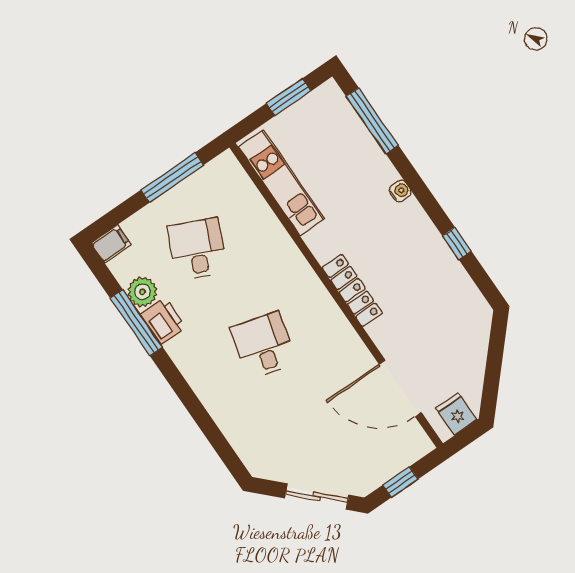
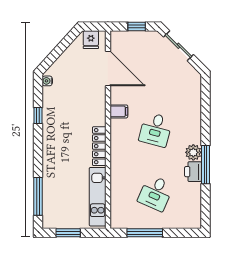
water cooler: (400, 191) -> (47, 81), moved
filing cabinet: (111, 244) -> (119, 111), moved, turned 180
locker: (352, 290) -> (99, 146), moved
plant: (142, 292) -> (193, 152), moved
window: (136, 323) -> (205, 165), moved

